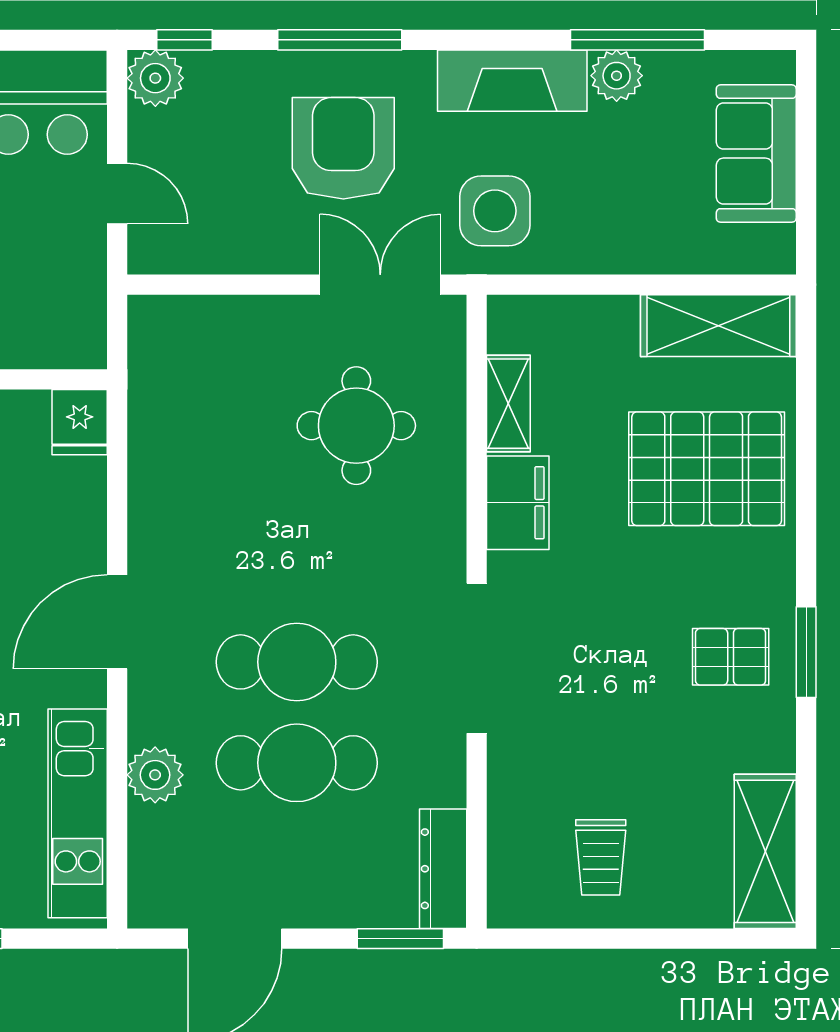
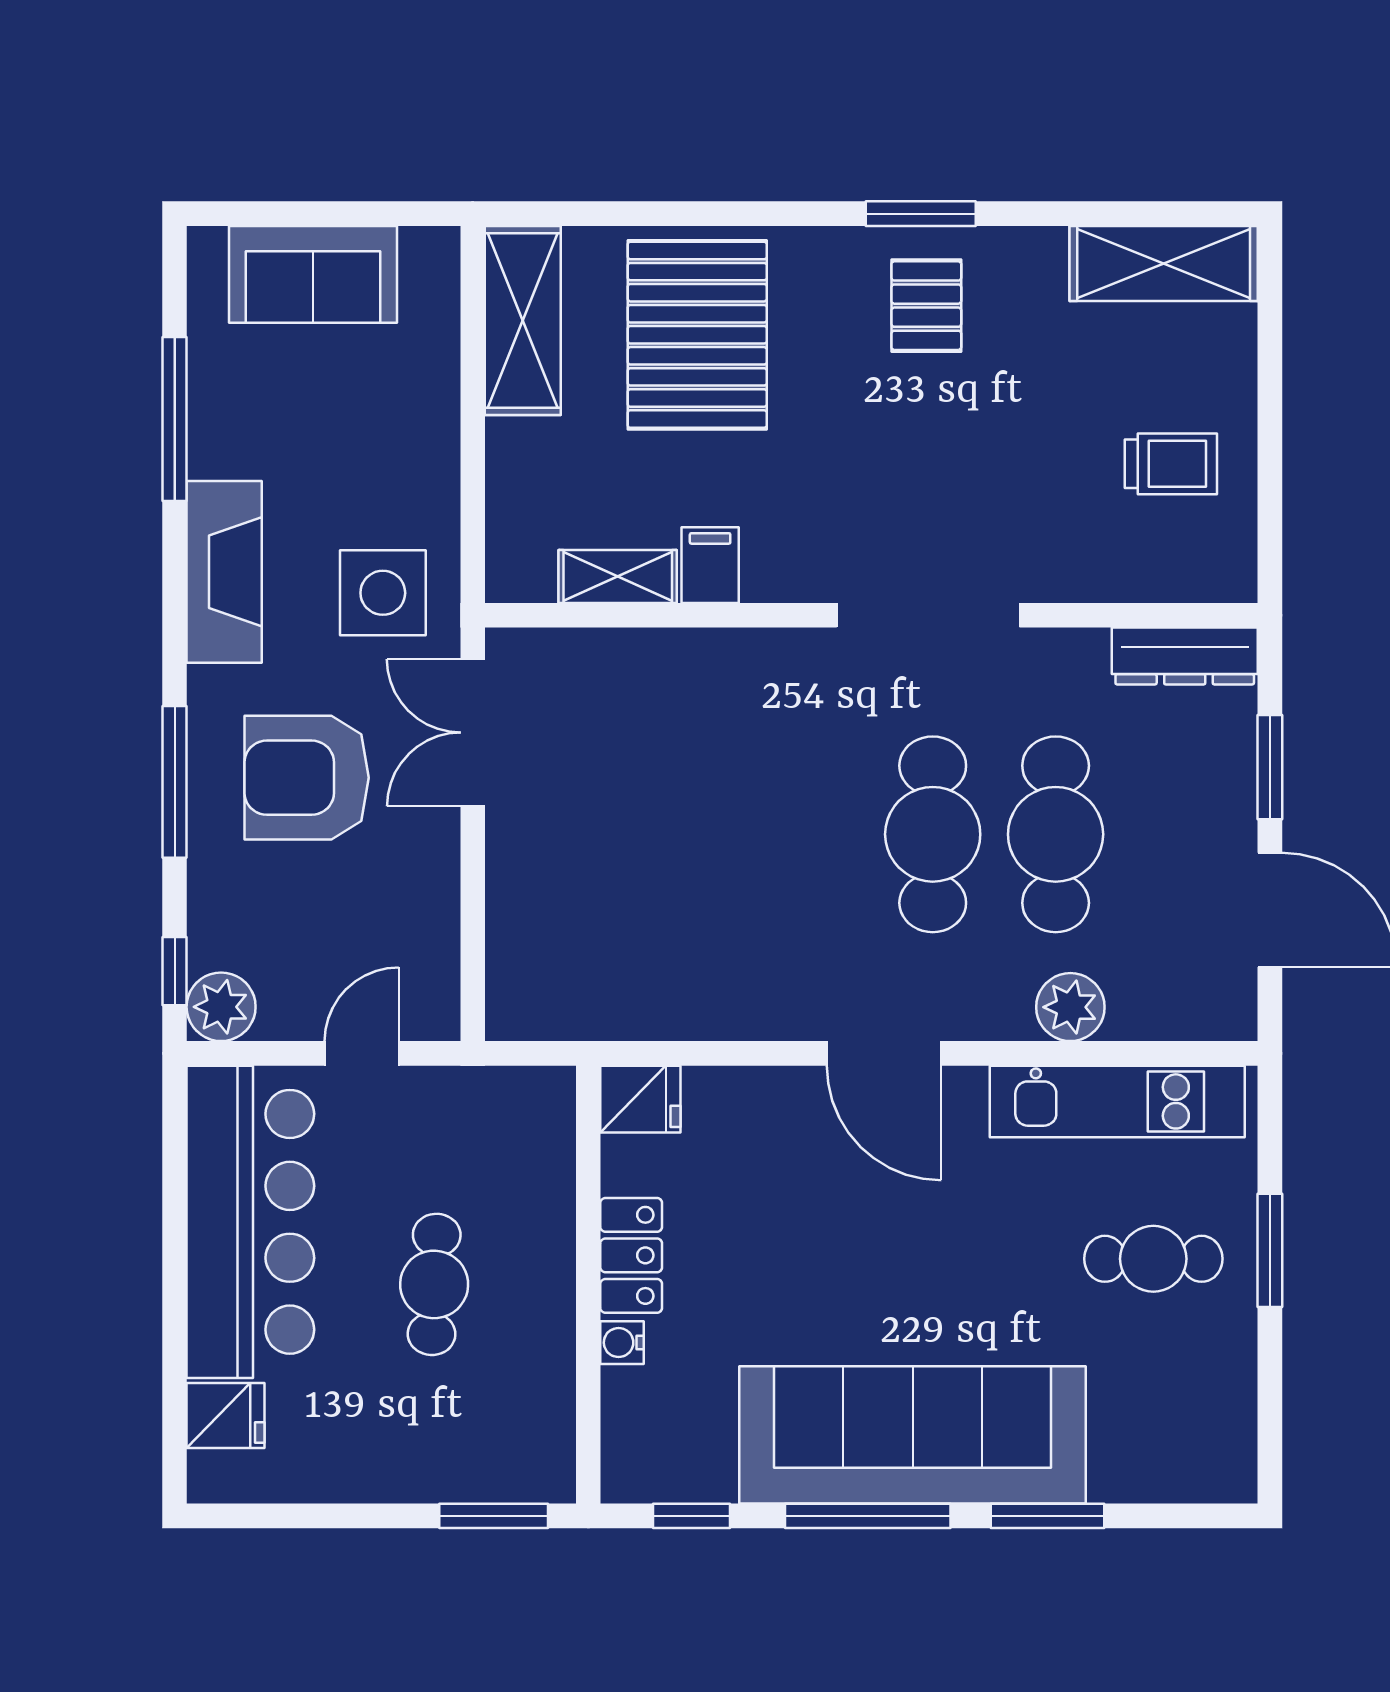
plant: (617, 76) -> (218, 445), removed
round table: (356, 426) -> (645, 762), removed
filing cabinet: (518, 503) -> (710, 565), width x0.50
window: (400, 939) -> (1270, 767), moved

